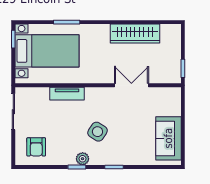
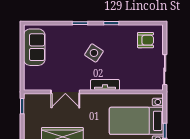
tv unit: (67, 94) -> (105, 85), moved
armchair: (36, 147) -> (146, 40), turned 90
plant: (83, 159) -> (107, 30), removed

